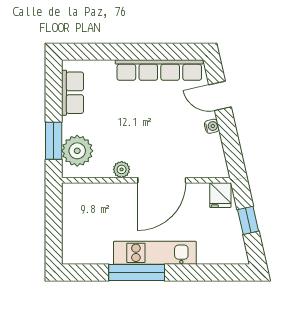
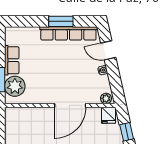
window: (148, 52) -> (61, 21), added
row of seats: (73, 93) -> (12, 60), moved
plant: (122, 169) -> (106, 98), moved

